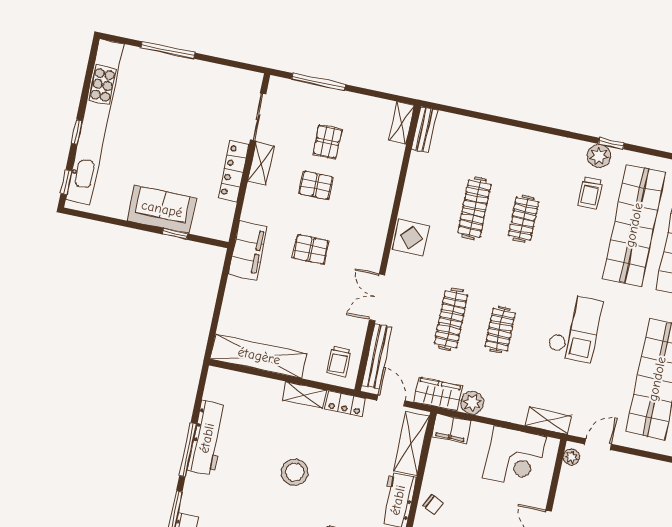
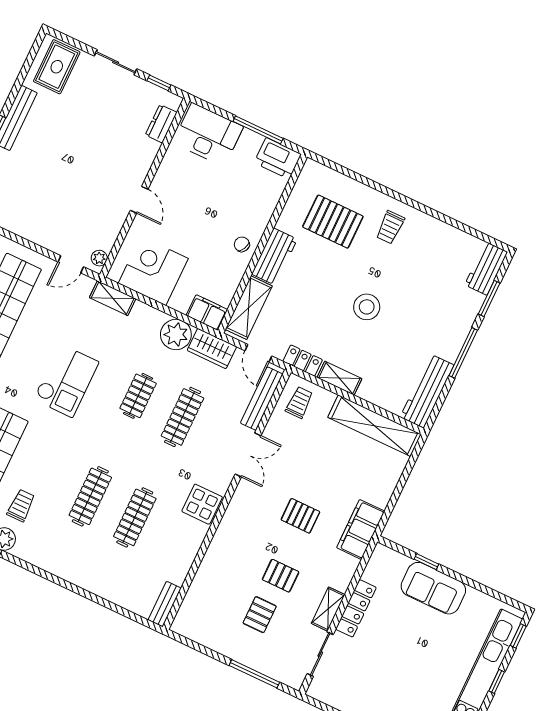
shelving: (401, 123) -> (185, 616), removed
clothes rail: (523, 219) -> (90, 496), width x1.36
checkout: (575, 328) -> (66, 381), turned 180
plant: (472, 403) -> (176, 334), width x1.36, depth x1.36
workbench: (207, 438) -> (427, 391), moved

